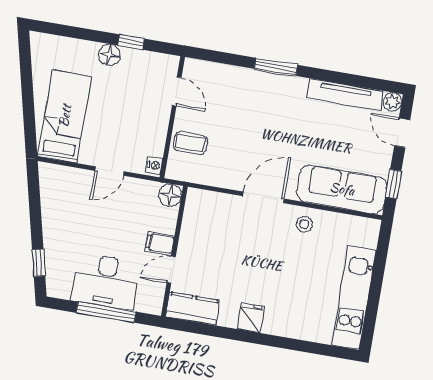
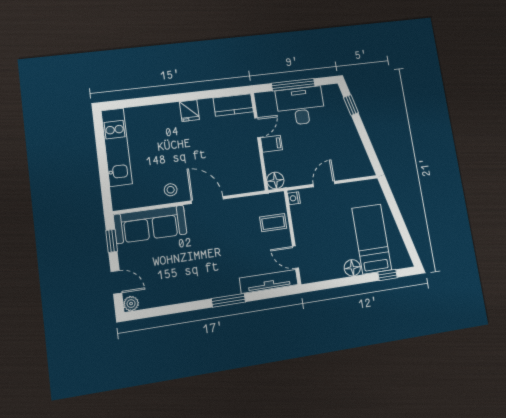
window: (131, 42) -> (387, 275), moved
tv unit: (345, 94) -> (269, 281), moved
bed: (65, 116) -> (372, 239), moved, turned 180
door: (263, 197) -> (207, 200), swing flipped

